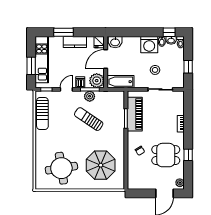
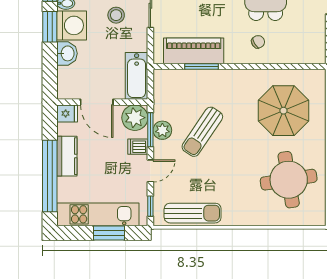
window: (64, 32) -> (50, 176), width x2.11
window: (148, 32) -> (50, 27), added
washbasin: (115, 42) -> (67, 53), moved
door: (66, 89) -> (150, 171), swing flipped

